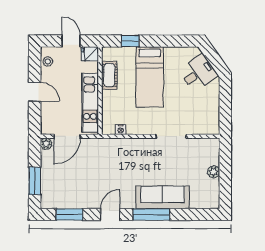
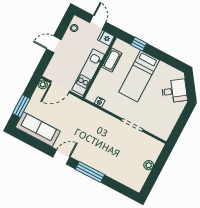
door: (35, 92) -> (54, 44), swing flipped
sofa: (163, 197) -> (38, 129), moved
window: (69, 214) -> (33, 142), removed

